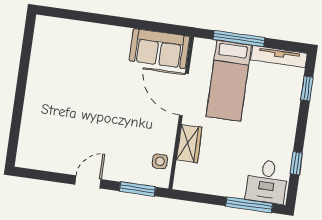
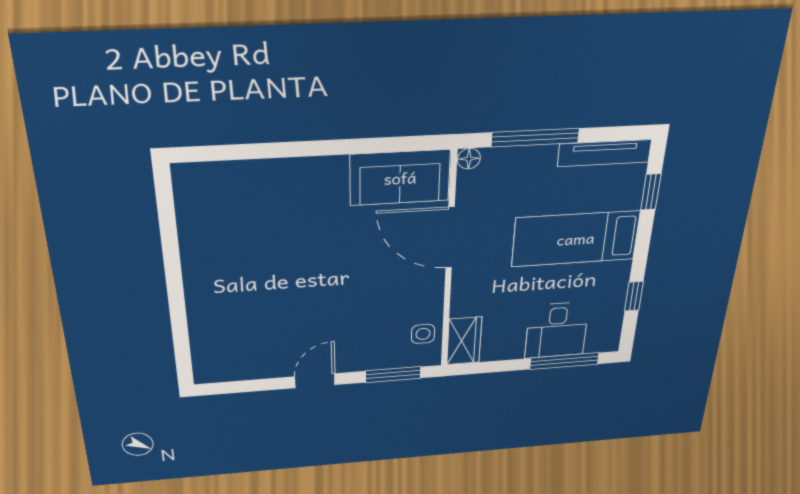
floor lamp: (200, 44) -> (469, 159), added
bed: (229, 81) -> (576, 239), moved, turned 90
wardrobe: (189, 144) -> (464, 341), moved
desk: (267, 182) -> (557, 330), moved

